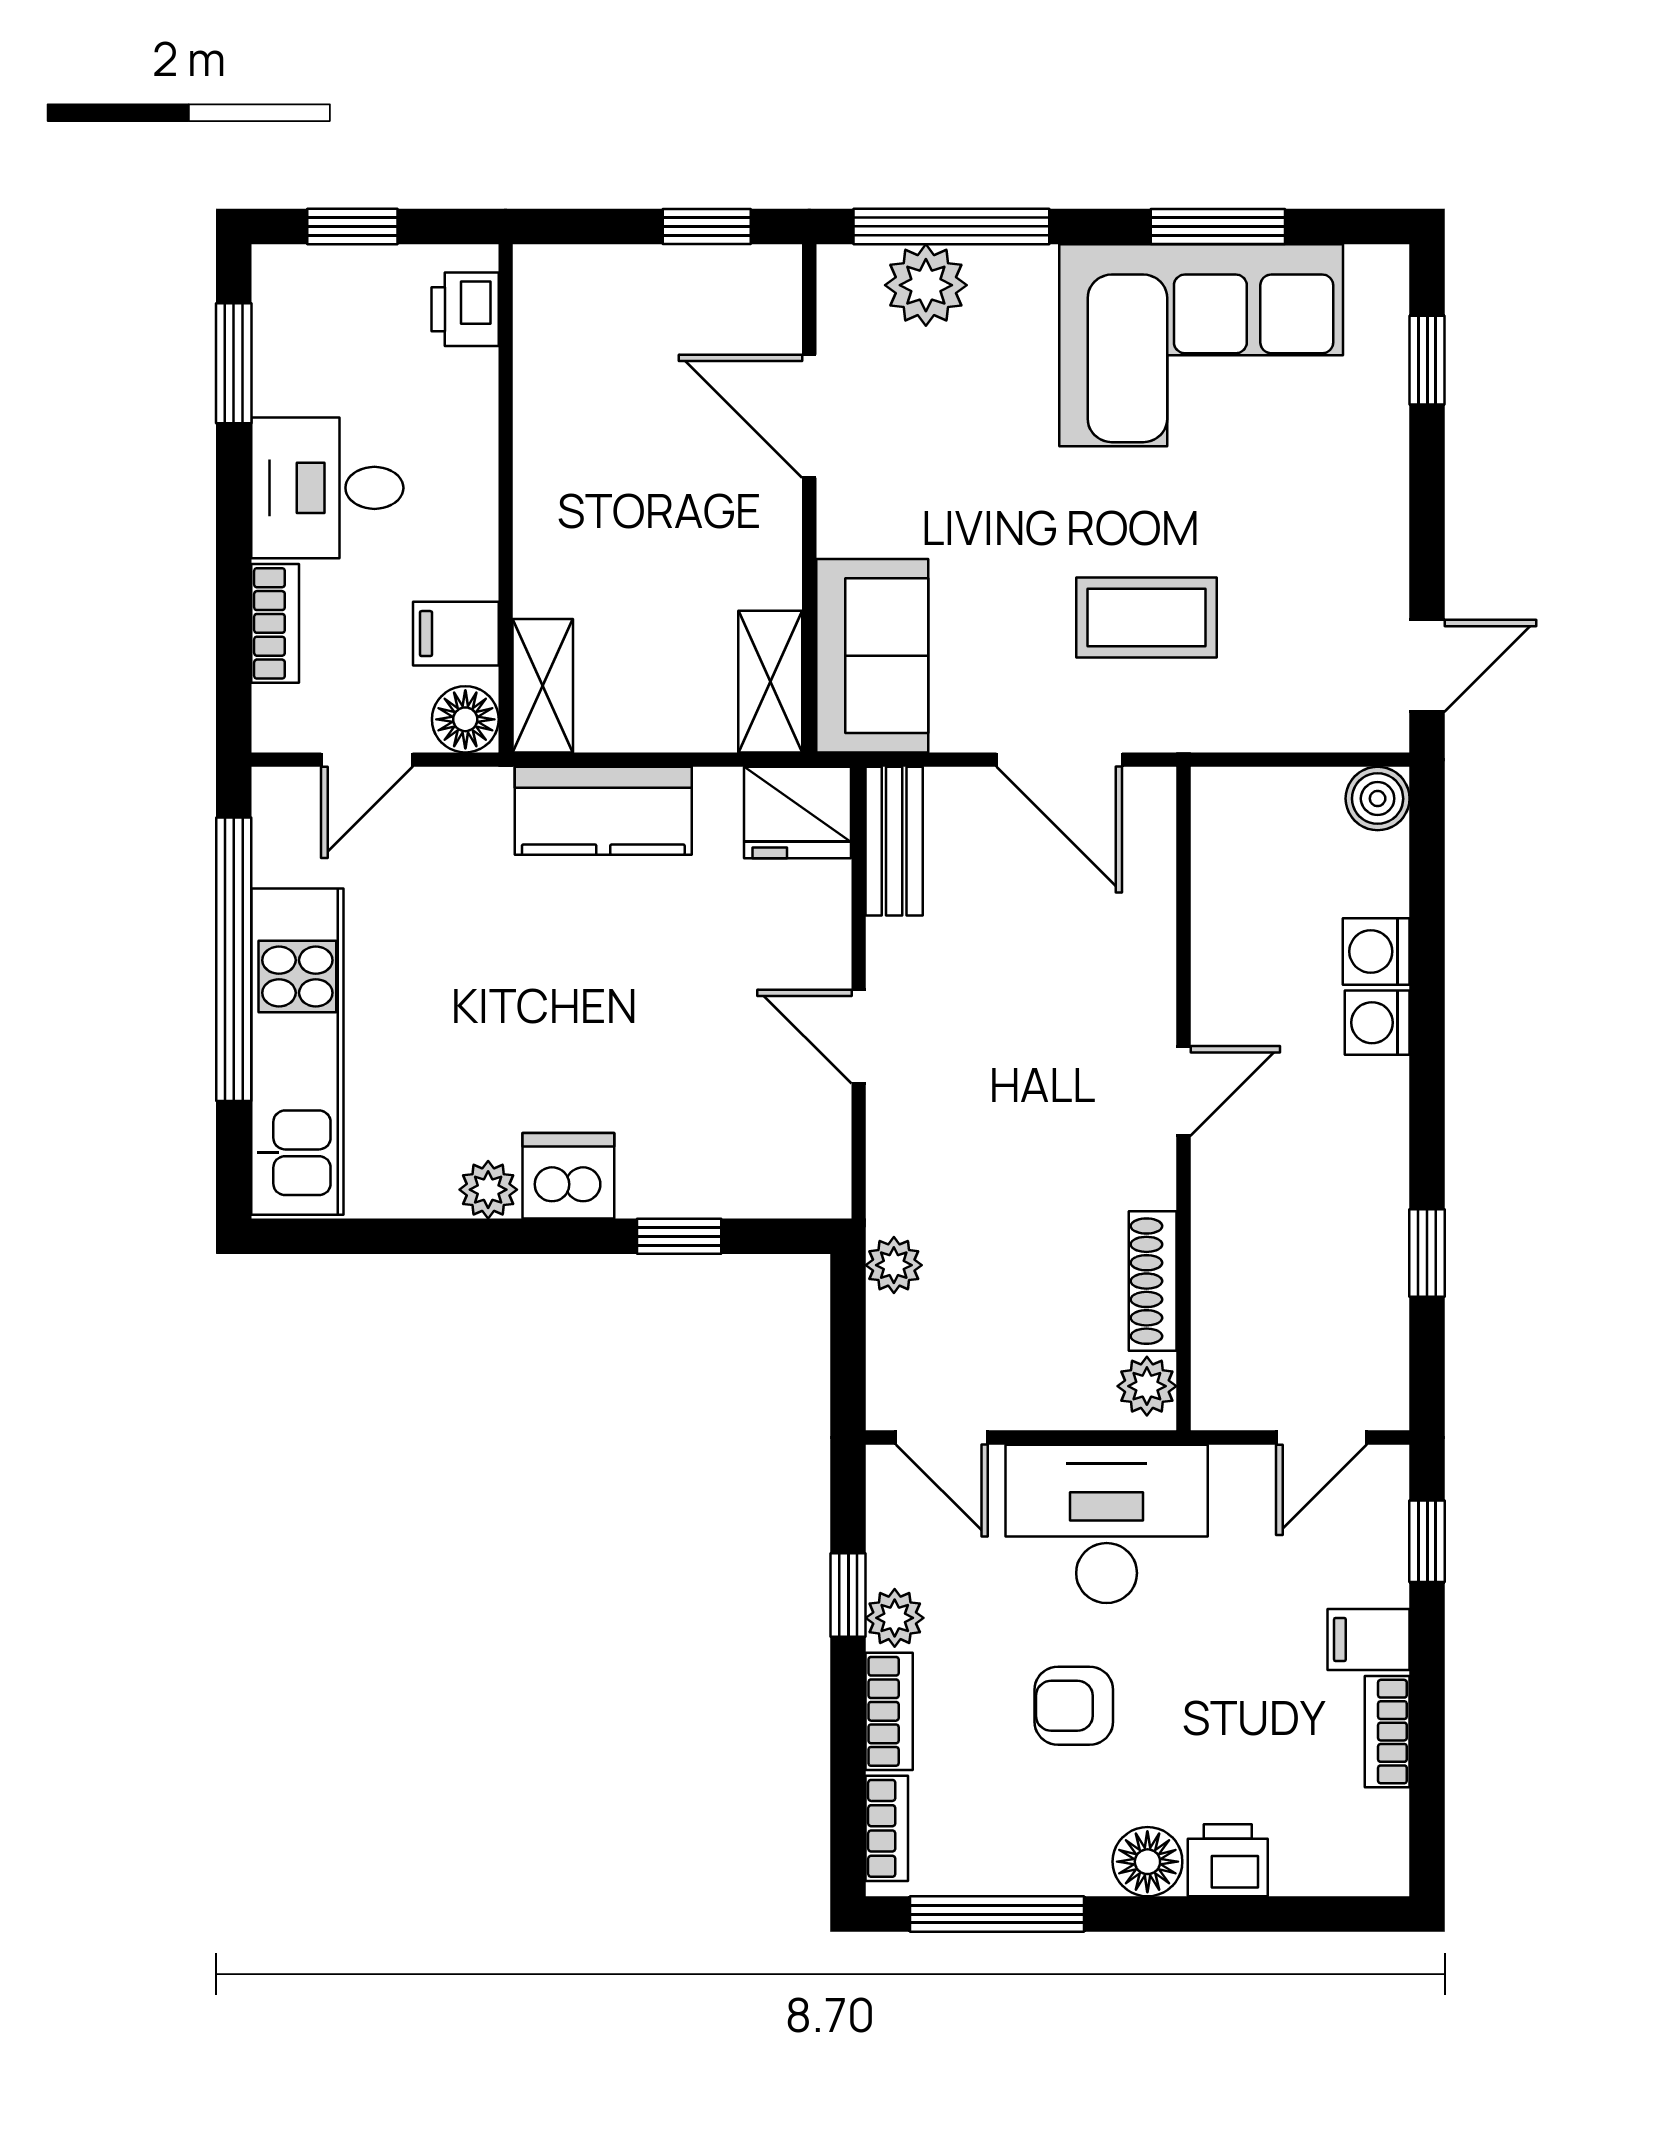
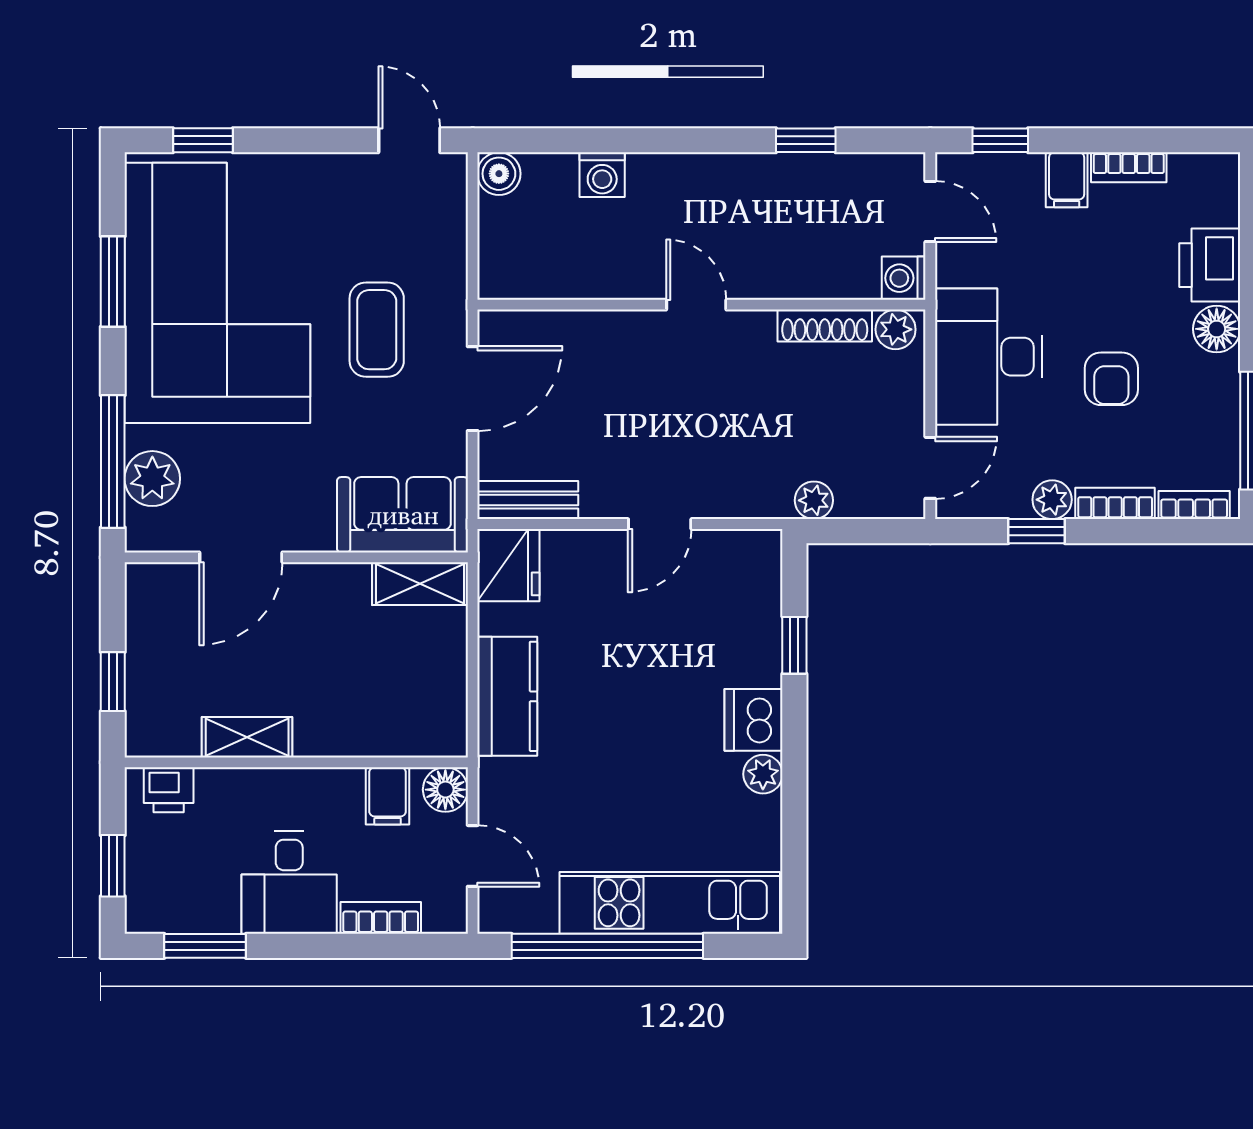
window: (707, 226) -> (113, 682), moved
corner sofa: (1201, 345) -> (217, 293), width x1.36, depth x1.36
shelving: (543, 686) -> (247, 737), moved
washing machine: (1377, 1023) -> (904, 278), moved, turned 90
printer: (1228, 1860) -> (1210, 265), width x1.36, depth x1.24

